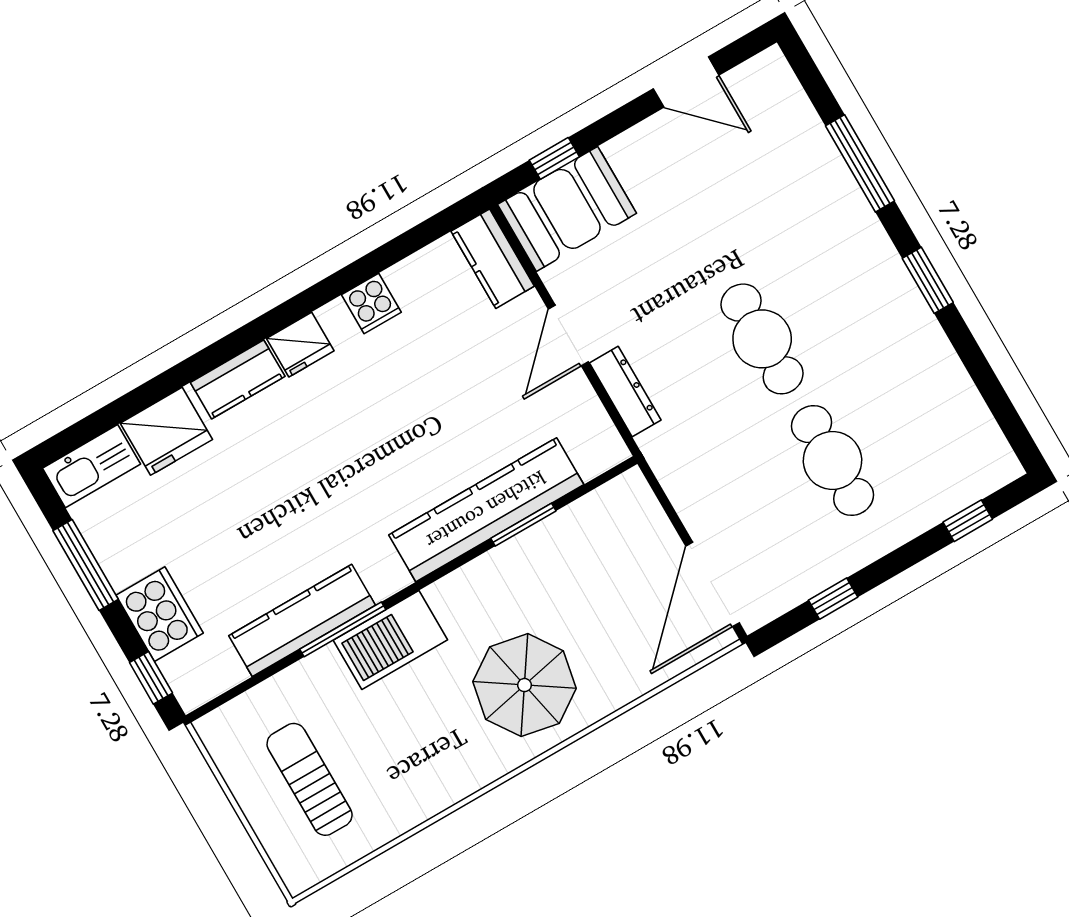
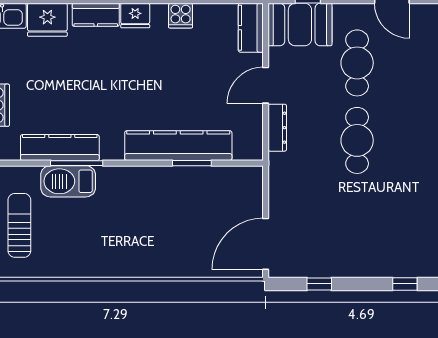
cafe table: (833, 460) -> (357, 63), moved
barbecue: (390, 640) -> (68, 181), moved
parasol: (525, 685) -> (148, 240), removed

